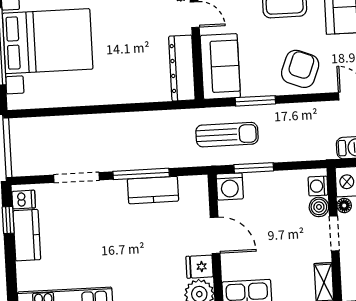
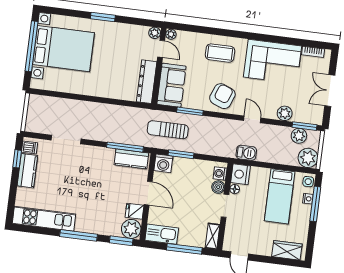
sun lounger: (227, 135) -> (168, 130), turned 180
window: (141, 174) -> (125, 147), moved
kitchen counter: (153, 190) -> (131, 159), moved

